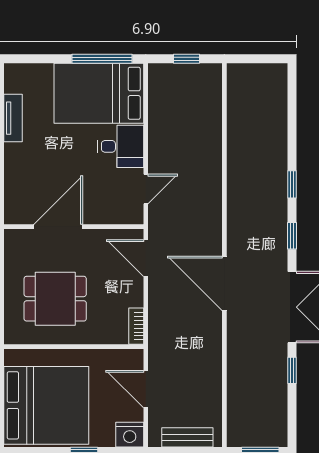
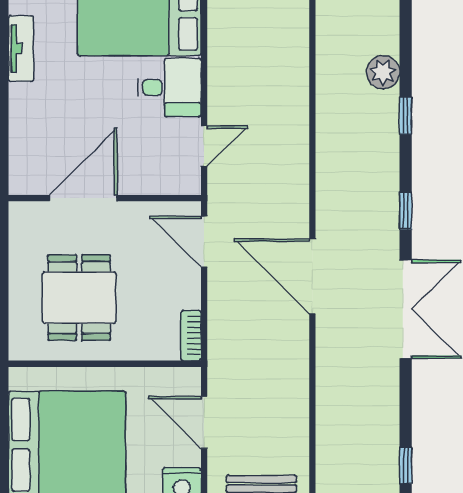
plant: (276, 135) -> (383, 72), added
window: (292, 184) -> (406, 116), moved
dining table: (55, 299) -> (79, 298), turned 90
window: (292, 370) -> (406, 465), moved

